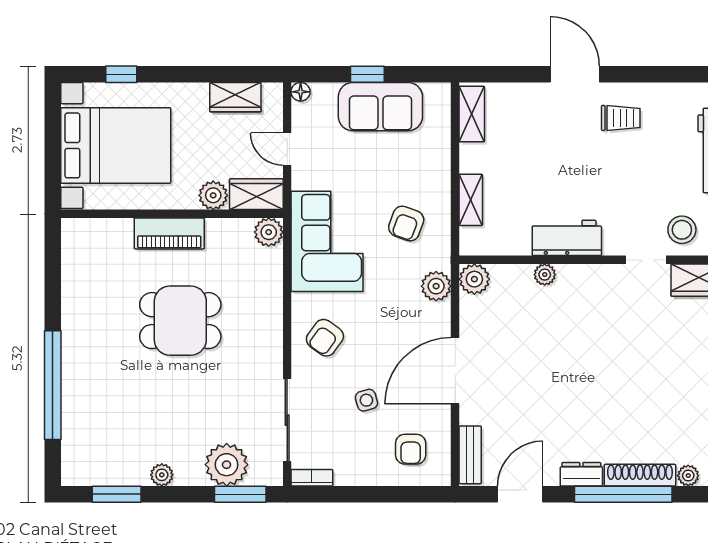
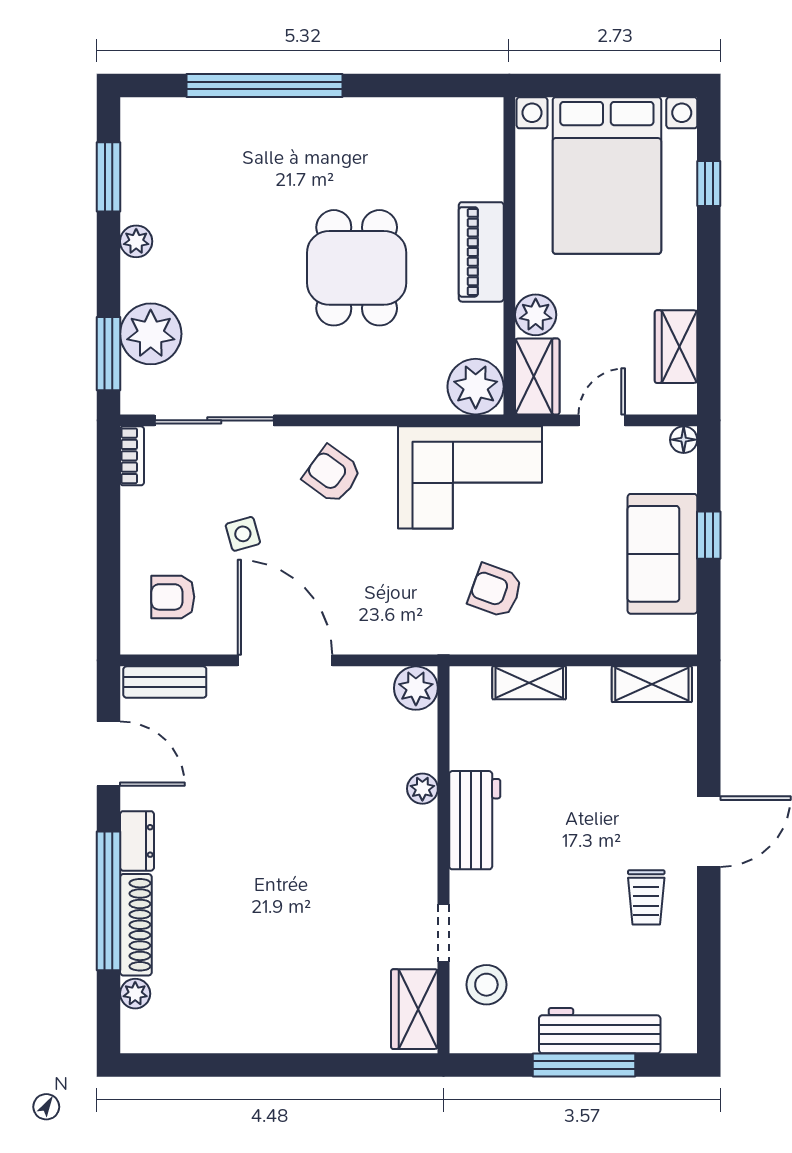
plant: (269, 232) -> (476, 387), width x1.36, depth x1.36
plant: (436, 286) -> (406, 633), removed

